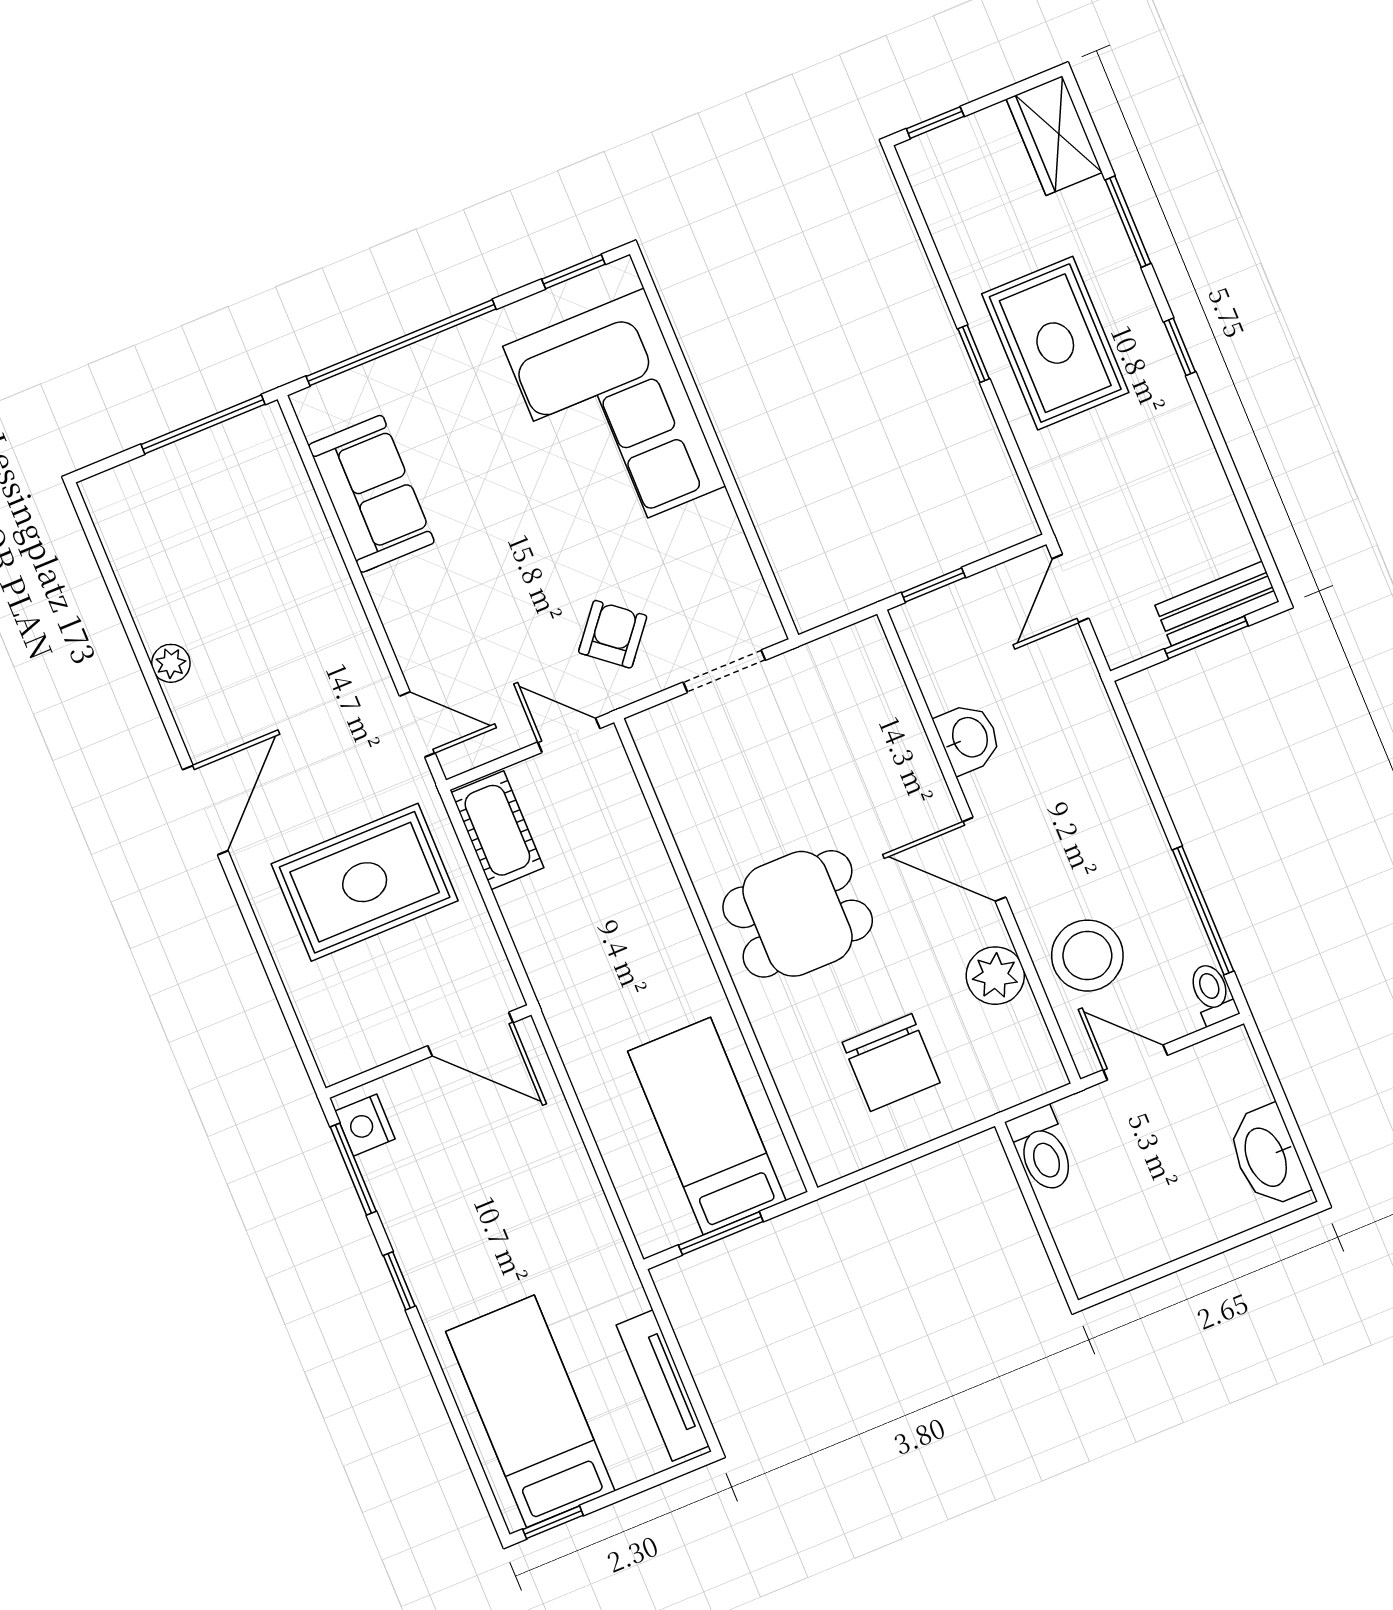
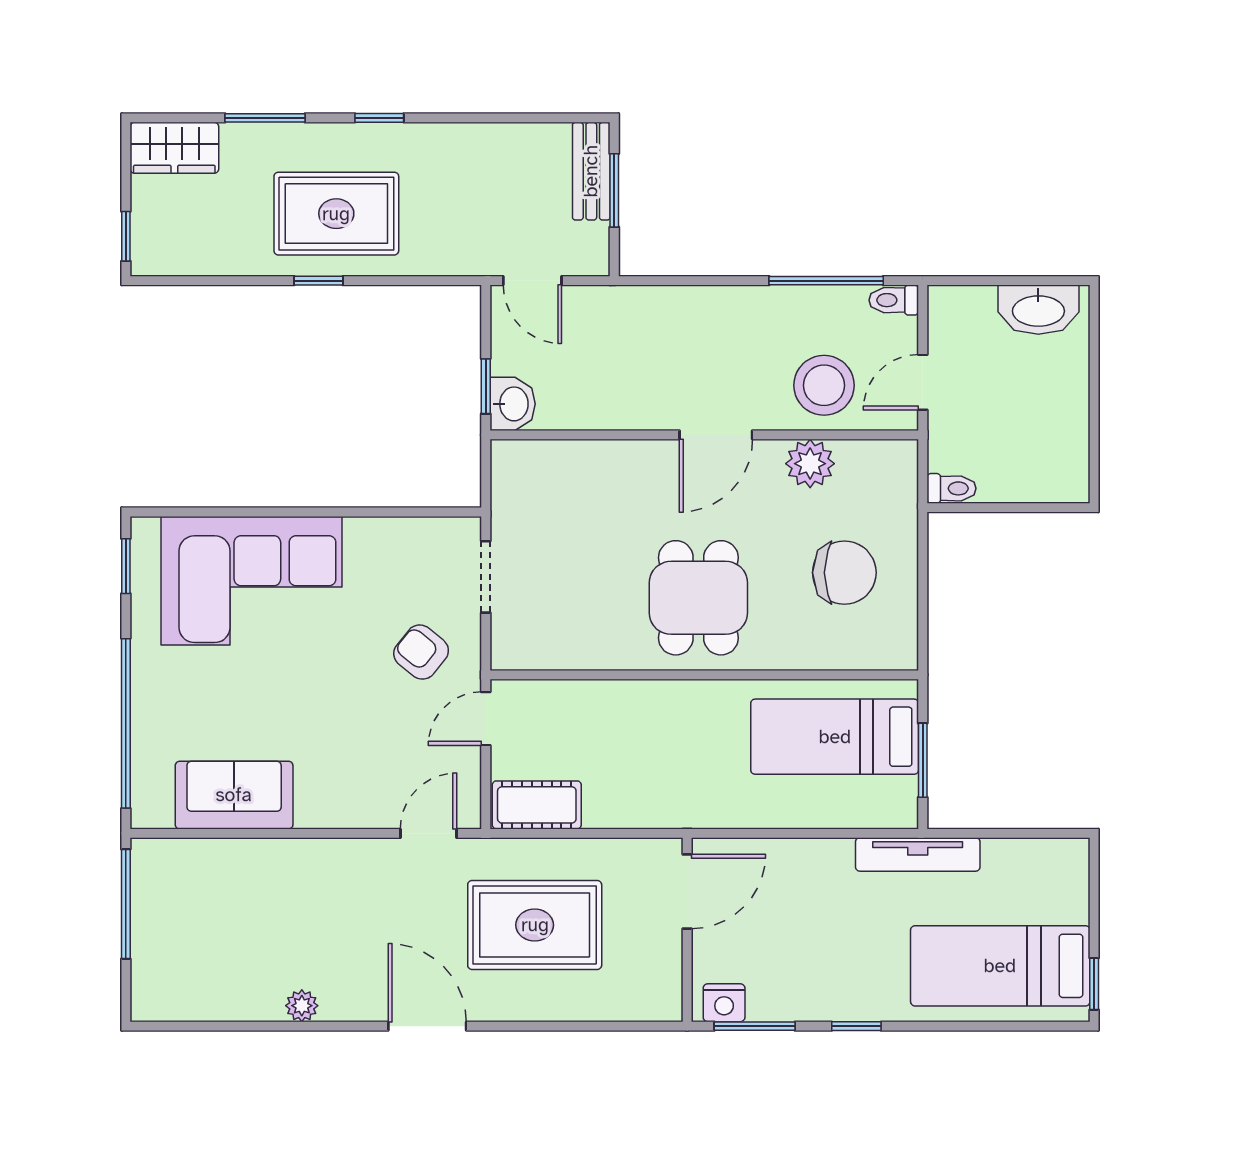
washbasin: (968, 738) -> (513, 404), moved, turned 90
rug: (365, 882) -> (535, 925), turned 90
toilet: (1042, 1150) -> (951, 488), width x0.73, depth x0.72
tv unit: (663, 1386) -> (918, 854), moved

